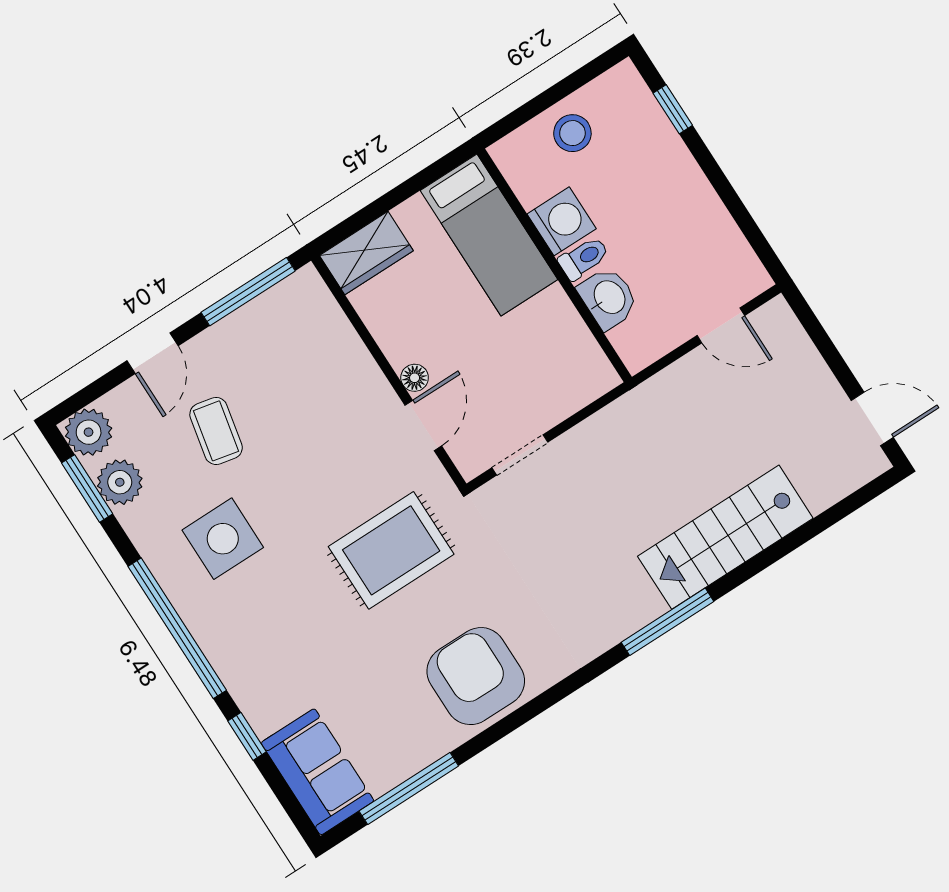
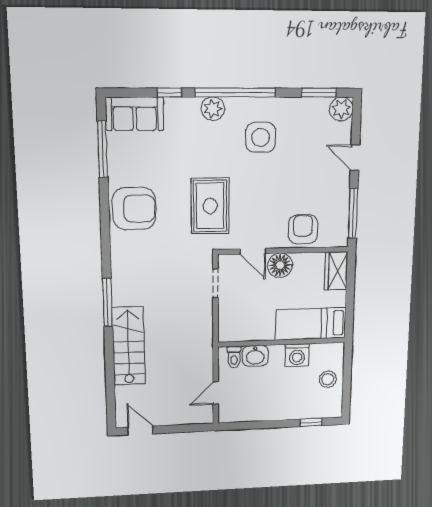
toilet: (584, 258) -> (234, 357), moved
armchair: (331, 362) -> (303, 229), added
floor lamp: (415, 378) -> (280, 265), width x1.89, depth x1.89
door: (872, 419) -> (140, 431), swing flipped
coffee table: (216, 431) -> (306, 164), removed
plant: (120, 482) -> (213, 109), moved

